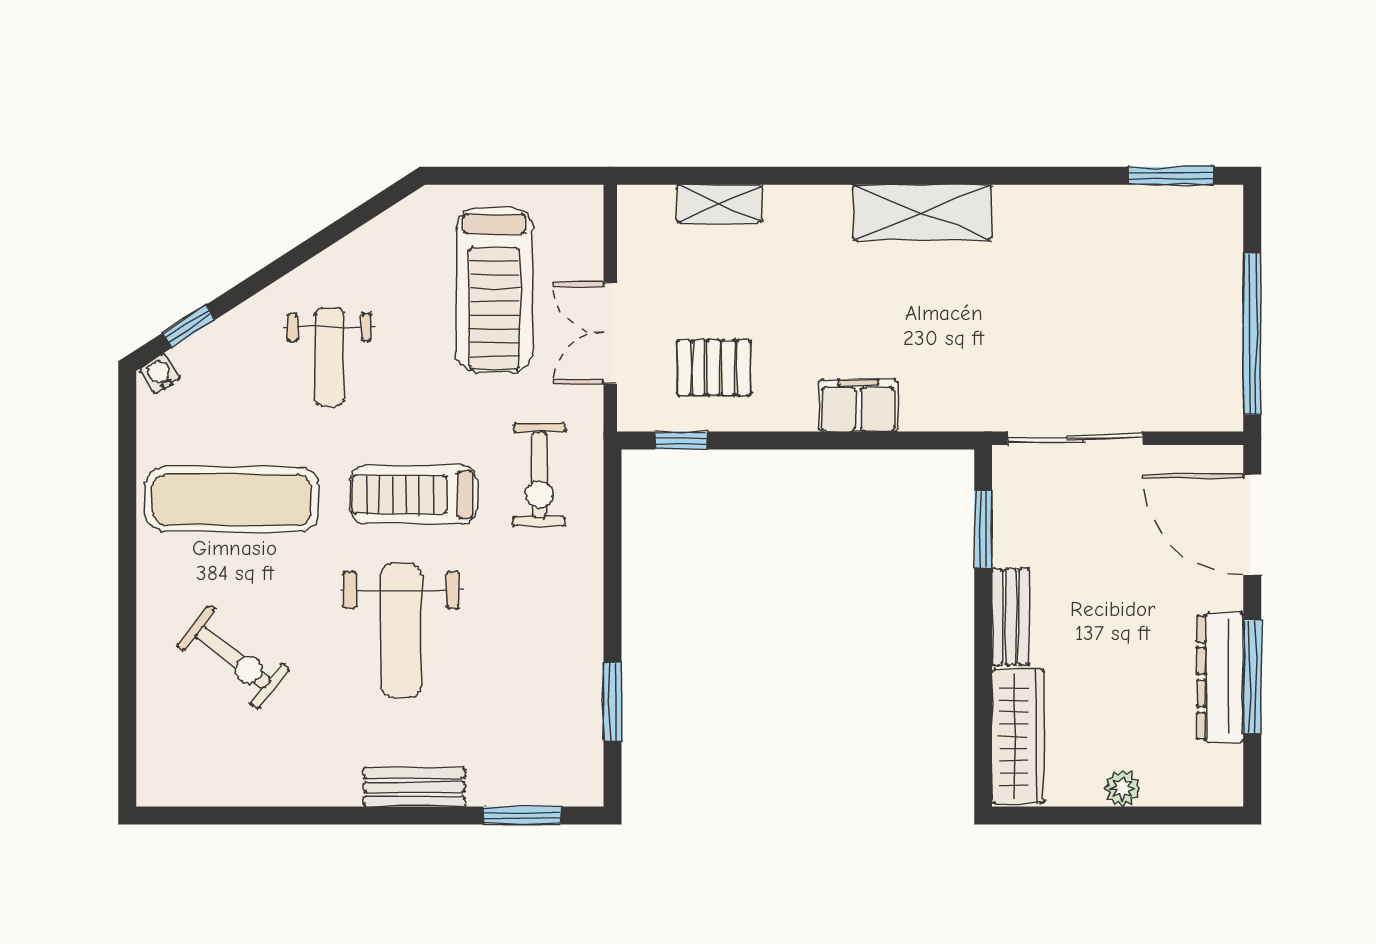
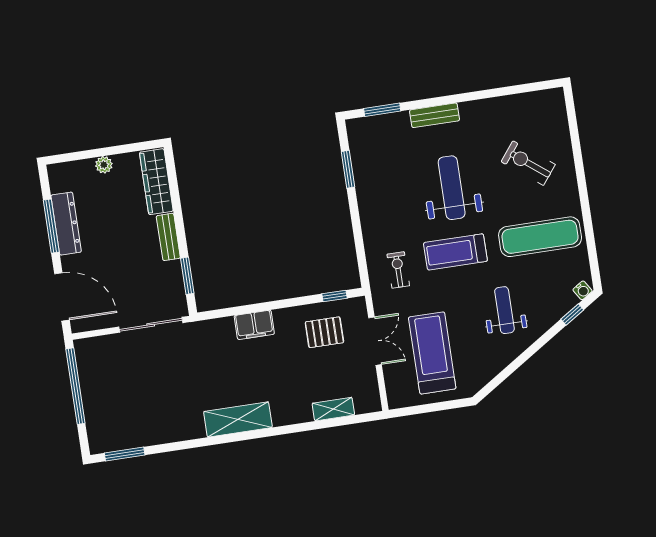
exercise bike: (539, 475) -> (398, 270), width x0.73, depth x0.72
treadmill: (414, 495) -> (455, 252), turned 180

